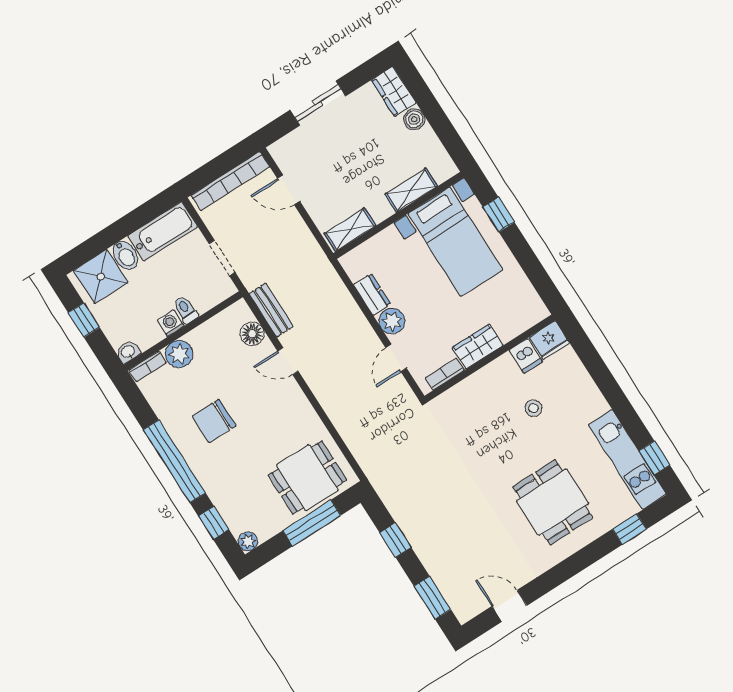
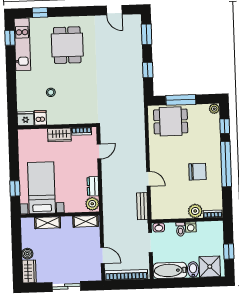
plant: (392, 321) -> (92, 204), moved
floor lamp: (252, 334) -> (157, 201), removed
washbasin: (128, 352) -> (159, 227), moved

